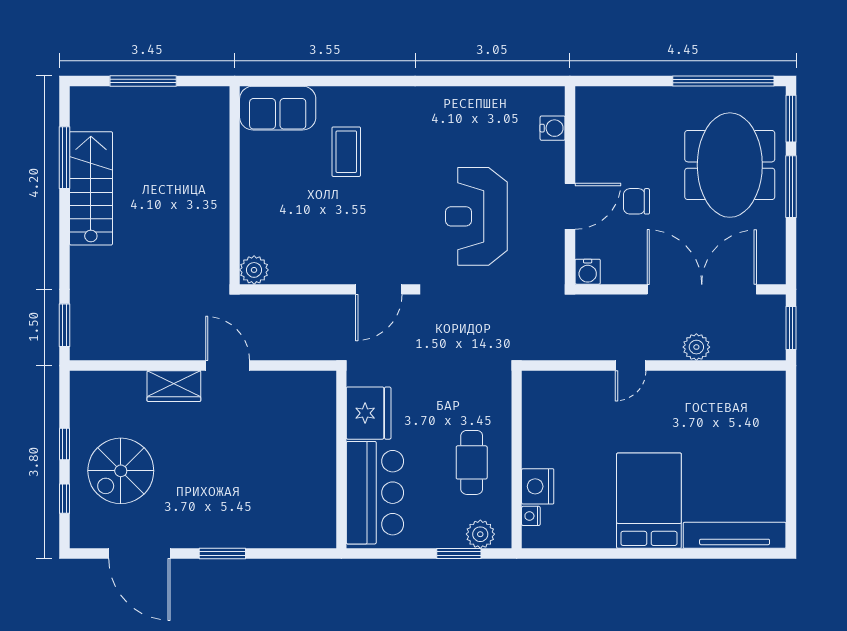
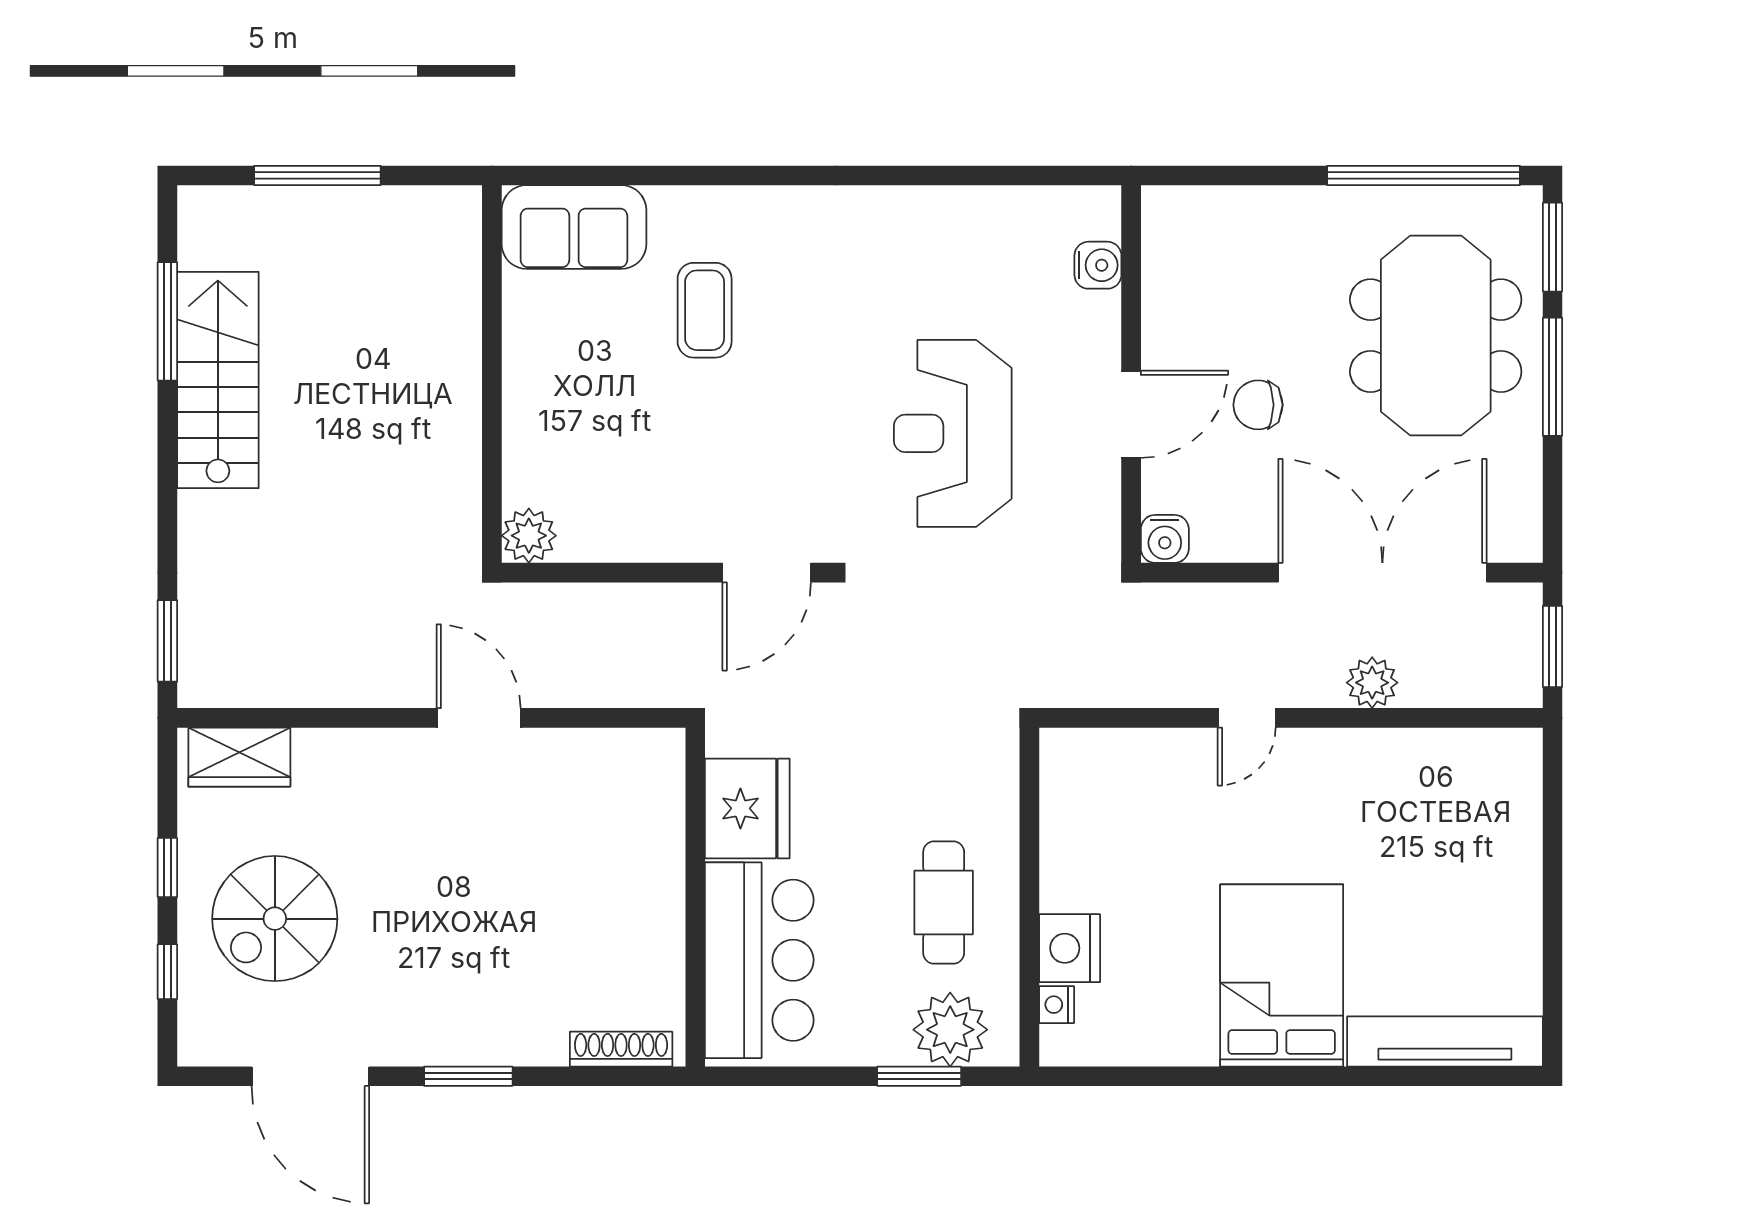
wardrobe: (174, 386) -> (239, 757), moved
plant: (480, 534) -> (950, 1030), width x1.36, depth x1.36
shoe rack: (302, 539) -> (621, 1049), added

